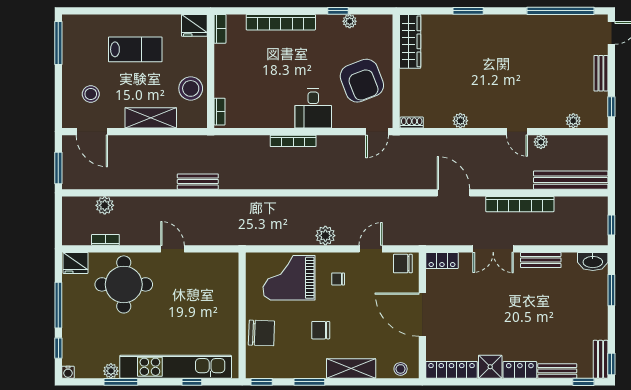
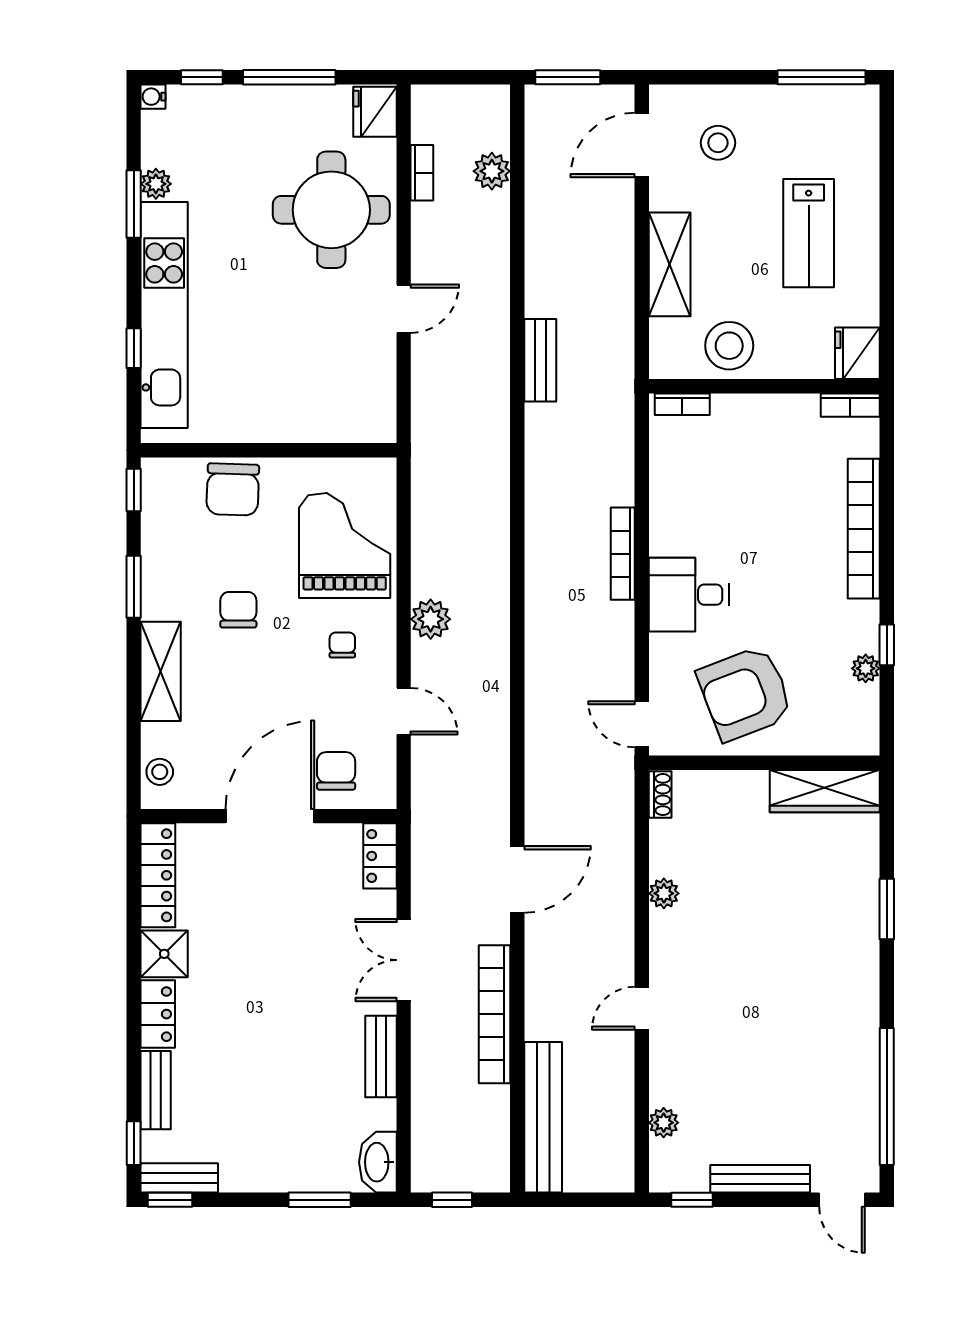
bench: (601, 73) -> (760, 1179), width x1.36
plant: (541, 142) -> (621, 1057), removed
chair: (403, 264) -> (336, 771), moved

